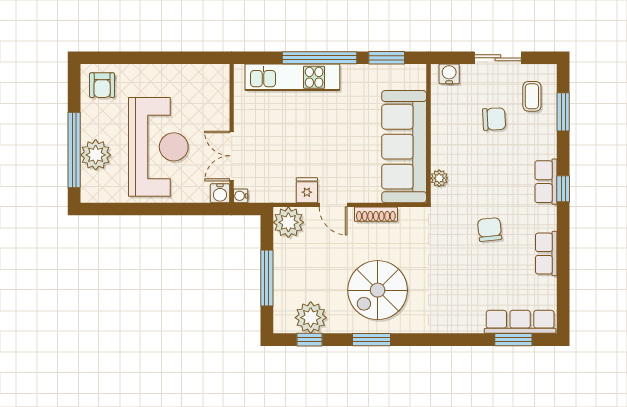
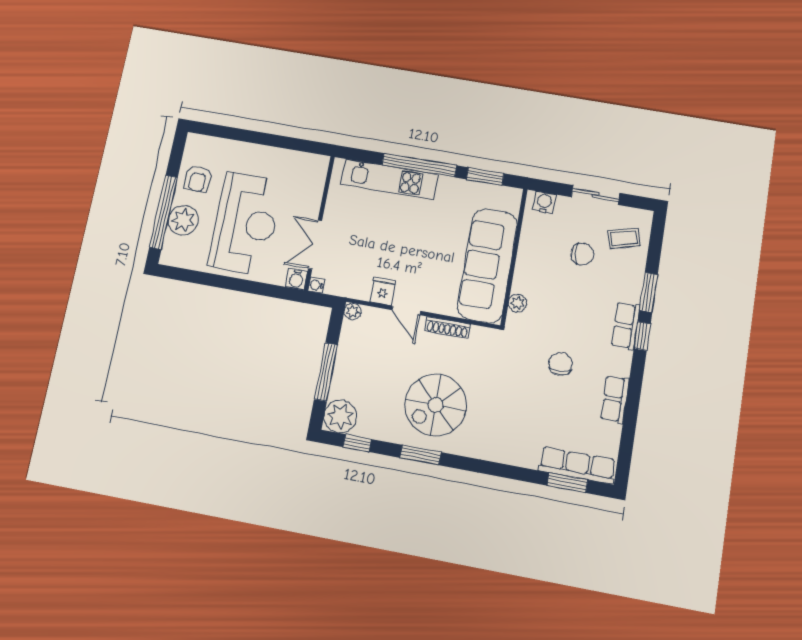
armchair: (102, 85) -> (198, 179), moved
coffee table: (532, 96) -> (624, 238), turned 74
window: (563, 112) -> (649, 292), moved
plant: (288, 222) -> (353, 311), width x0.53, depth x0.53
plant: (311, 318) -> (340, 416), moved

